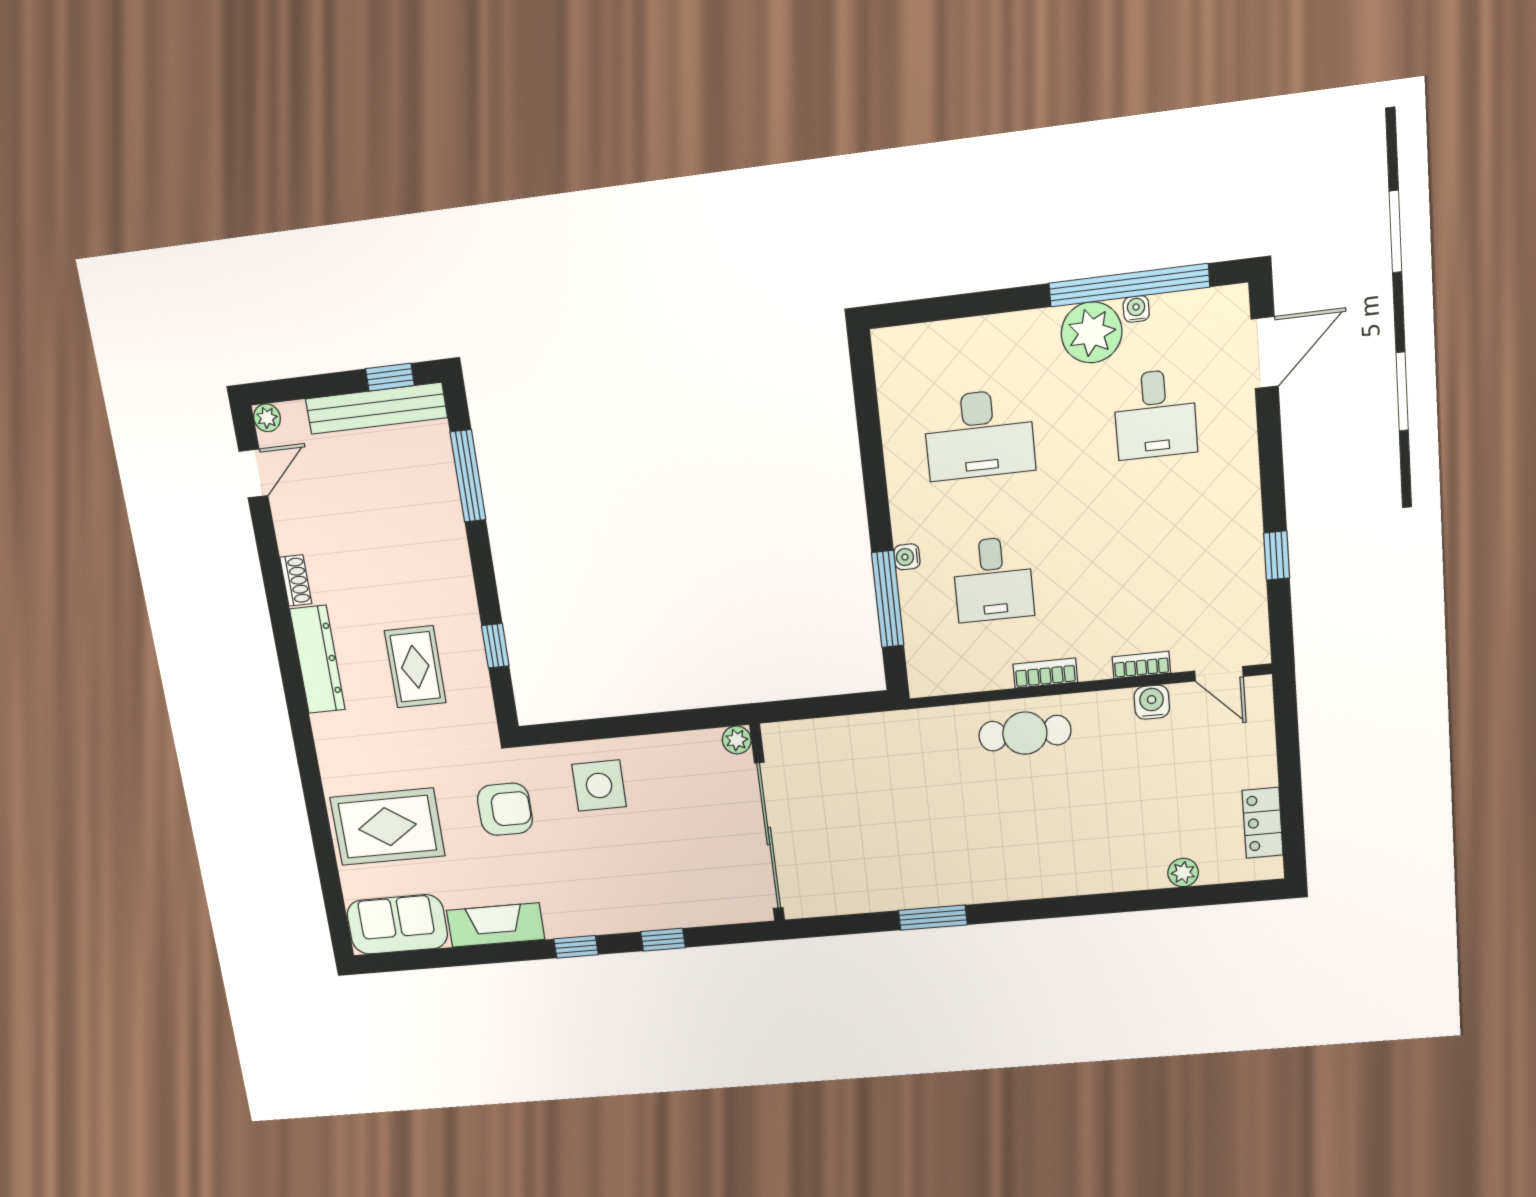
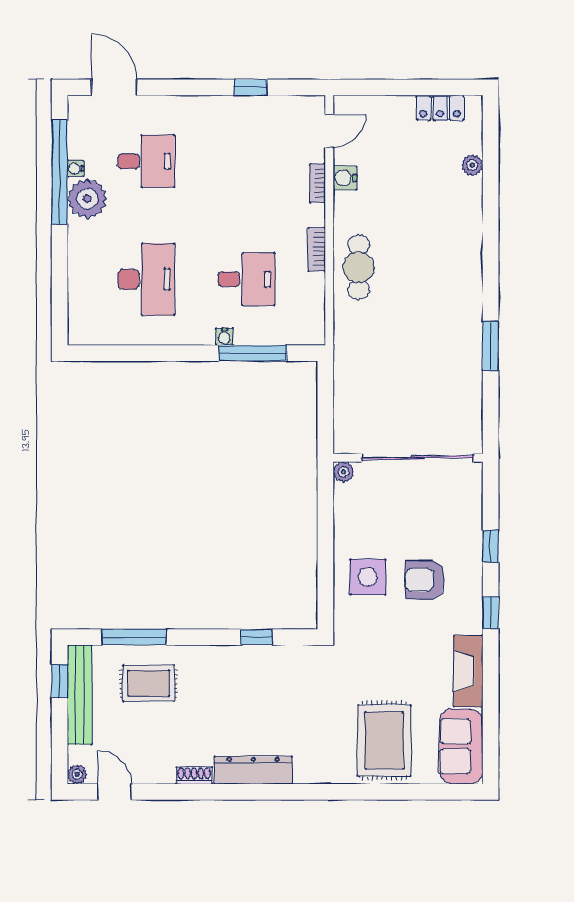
rug: (415, 667) -> (149, 683), moved
armchair: (505, 809) -> (425, 580), moved, turned -90

